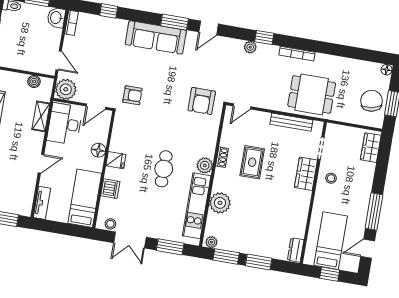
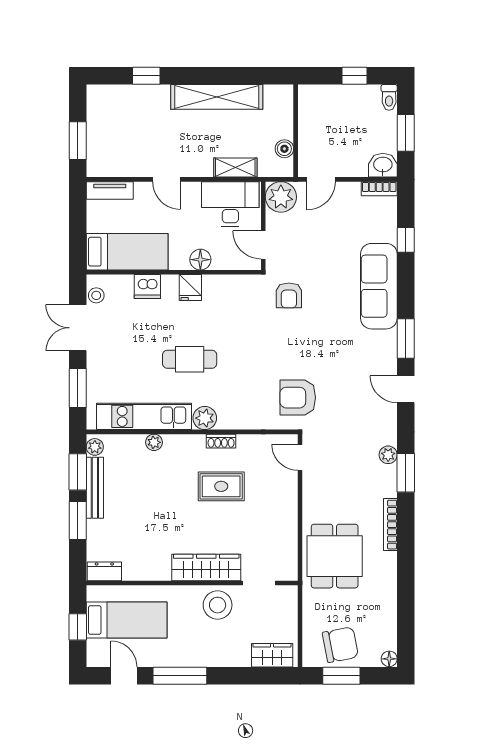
sofa: (156, 37) -> (379, 286), moved
window: (264, 37) -> (406, 473), width x1.50
bench: (291, 122) -> (95, 488), moved
wardrobe: (306, 174) -> (206, 568), width x1.50
stool: (331, 178) -> (218, 605), width x1.89, depth x1.89
plant: (220, 203) -> (154, 442), width x0.53, depth x0.53

